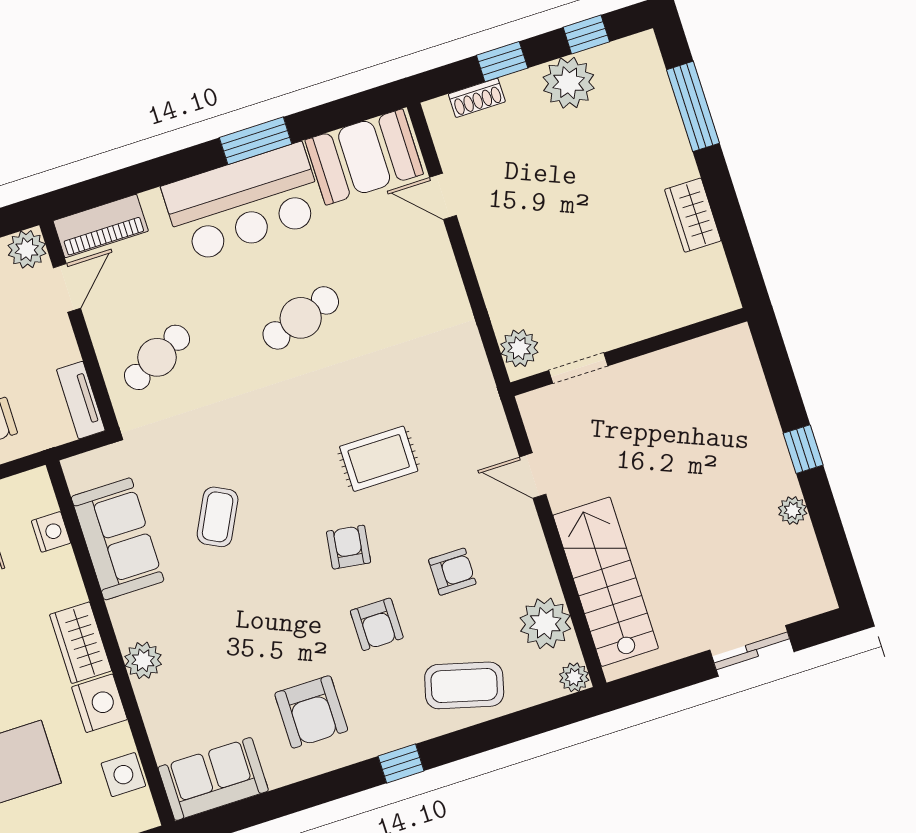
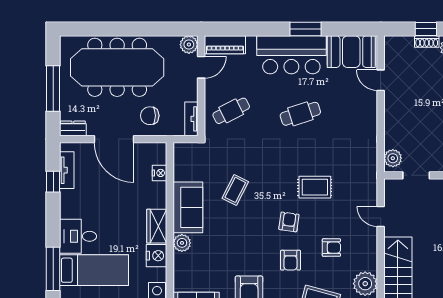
shoe rack: (477, 98) -> (427, 41), moved
sofa: (118, 539) -> (188, 207), moved

